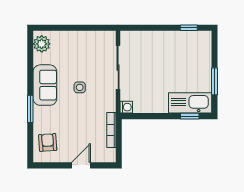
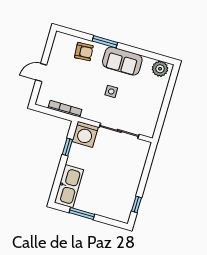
washing machine: (126, 107) -> (85, 134), width x1.89, depth x1.89
window: (190, 116) -> (67, 147), moved
armchair: (48, 142) -> (84, 52), moved
door: (81, 165) -> (41, 72), swing flipped

